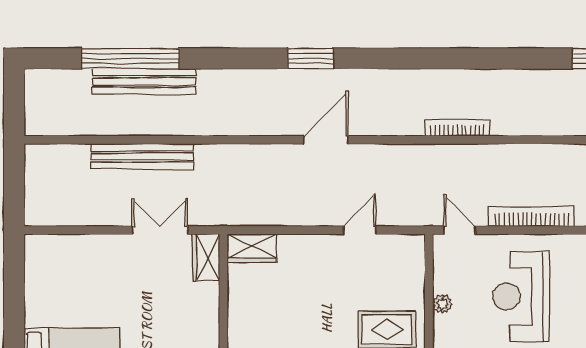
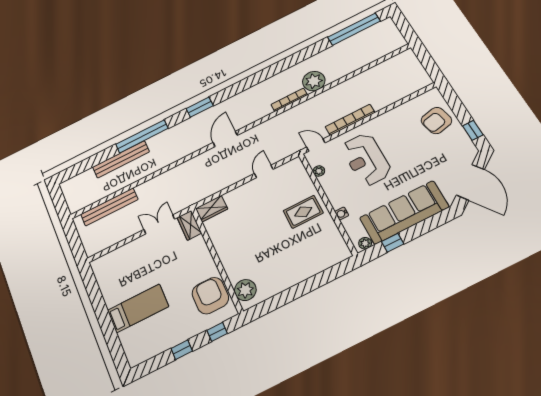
window: (131, 59) -> (142, 136), moved
plant: (511, 117) -> (314, 81), added
bench: (142, 156) -> (109, 207), moved
plant: (442, 304) -> (319, 171), moved

